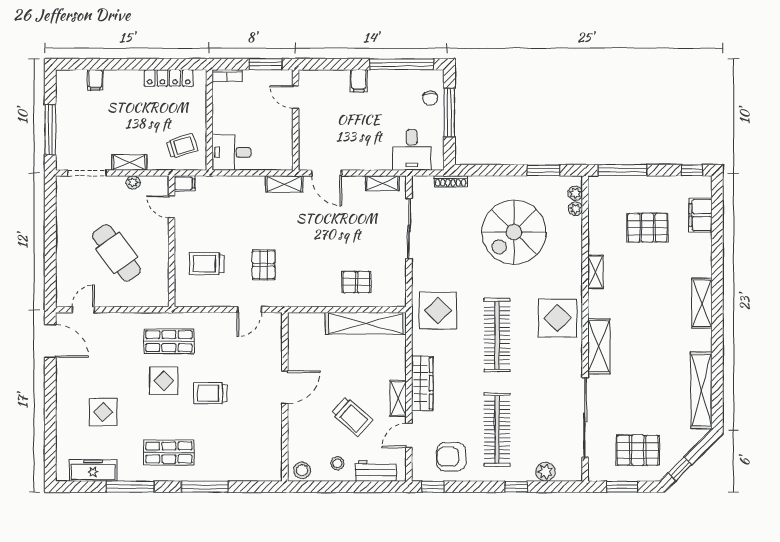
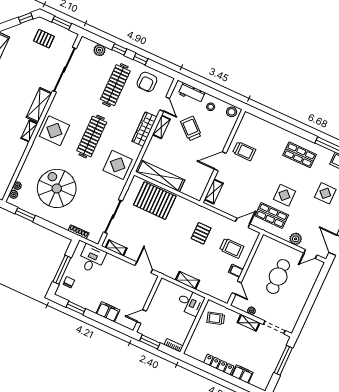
window: (401, 64) -> (76, 308), width x0.47
locker: (169, 78) -> (219, 365), moved
filing cabinet: (95, 80) -> (242, 374), width x2.00
filing cabinet: (359, 81) -> (108, 312), width x2.00
door: (296, 97) -> (142, 316), swing flipped
filing cabinet: (185, 183) -> (236, 271), moved
shelving: (284, 184) -> (187, 280), moved
spiral stairs: (514, 232) -> (57, 188), turned -90
cafe table: (117, 253) -> (278, 277), turned 36
shelving: (595, 272) -> (29, 131), moved
pallet: (357, 282) -> (155, 201), width x2.05, depth x2.00
door: (249, 310) -> (243, 223), moved
plant: (116, 322) -> (296, 239), added
shelving: (274, 337) -> (214, 191), added
trolley: (210, 393) -> (244, 151), moved
door: (409, 435) -> (165, 104), hinge flipped
pallet: (638, 450) -> (44, 39), width x0.67, depth x0.71
armchair: (451, 457) -> (147, 82), turned 90
window: (205, 487) -> (289, 127), removed
window: (433, 487) -> (140, 59), moved

